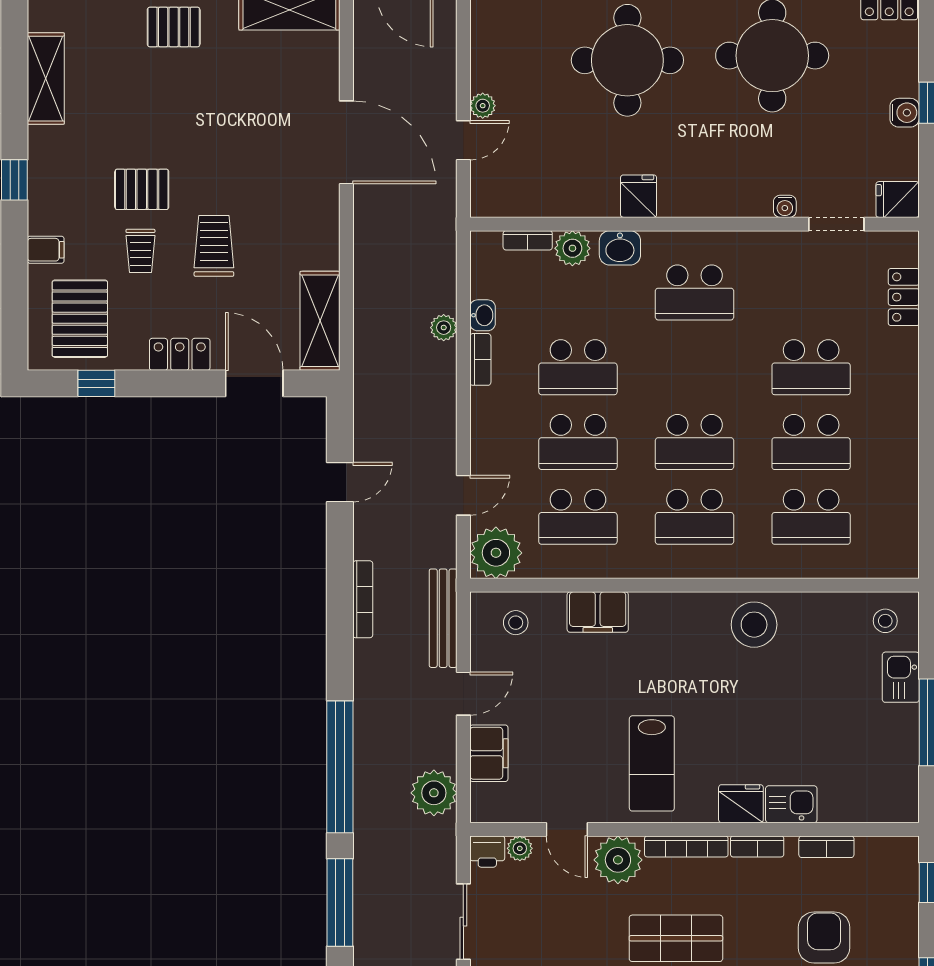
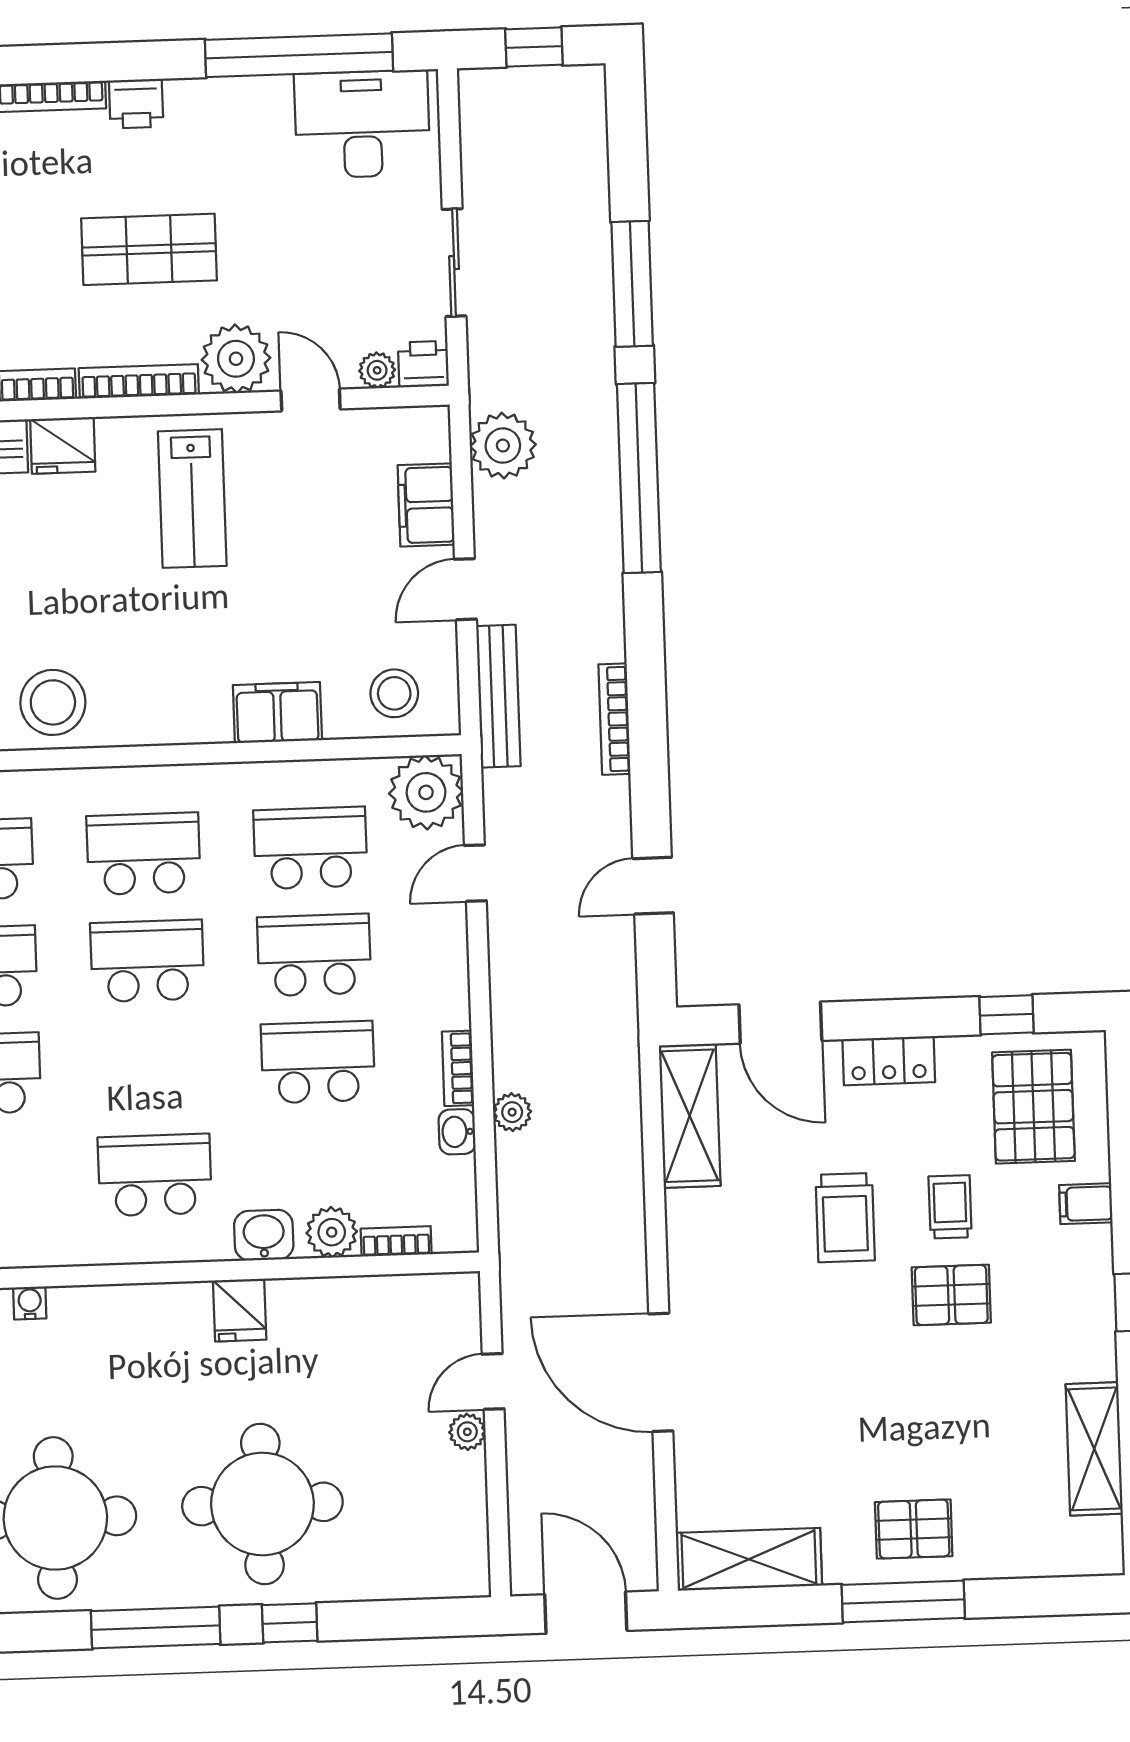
stool: (516, 623) -> (394, 693), width x1.37, depth x1.37
lab bench: (652, 763) -> (192, 499), turned 180

